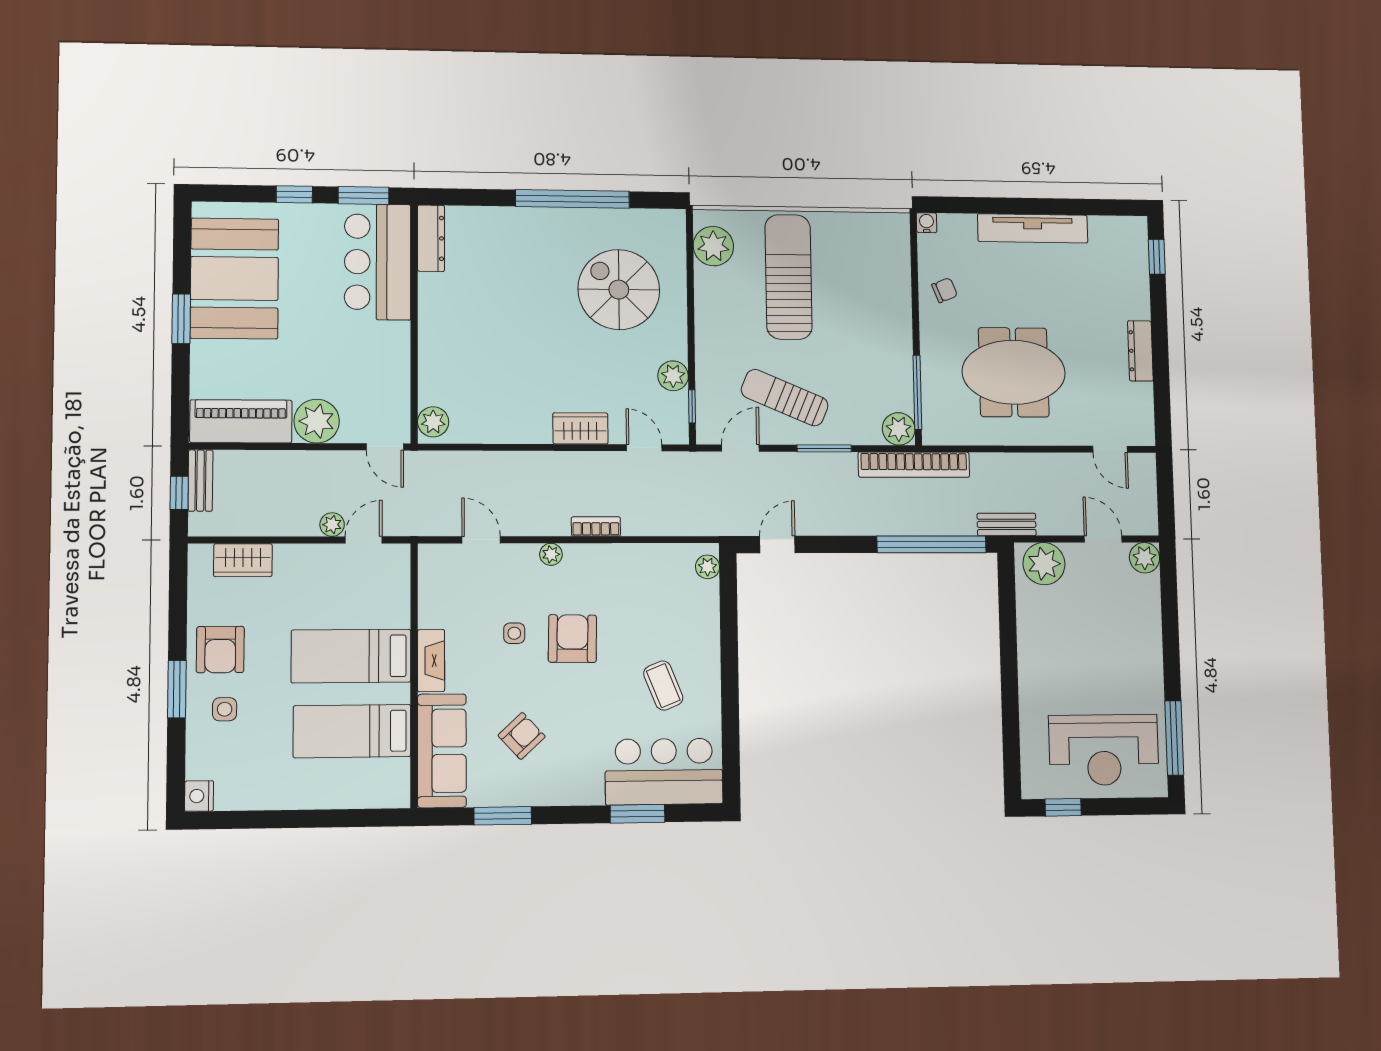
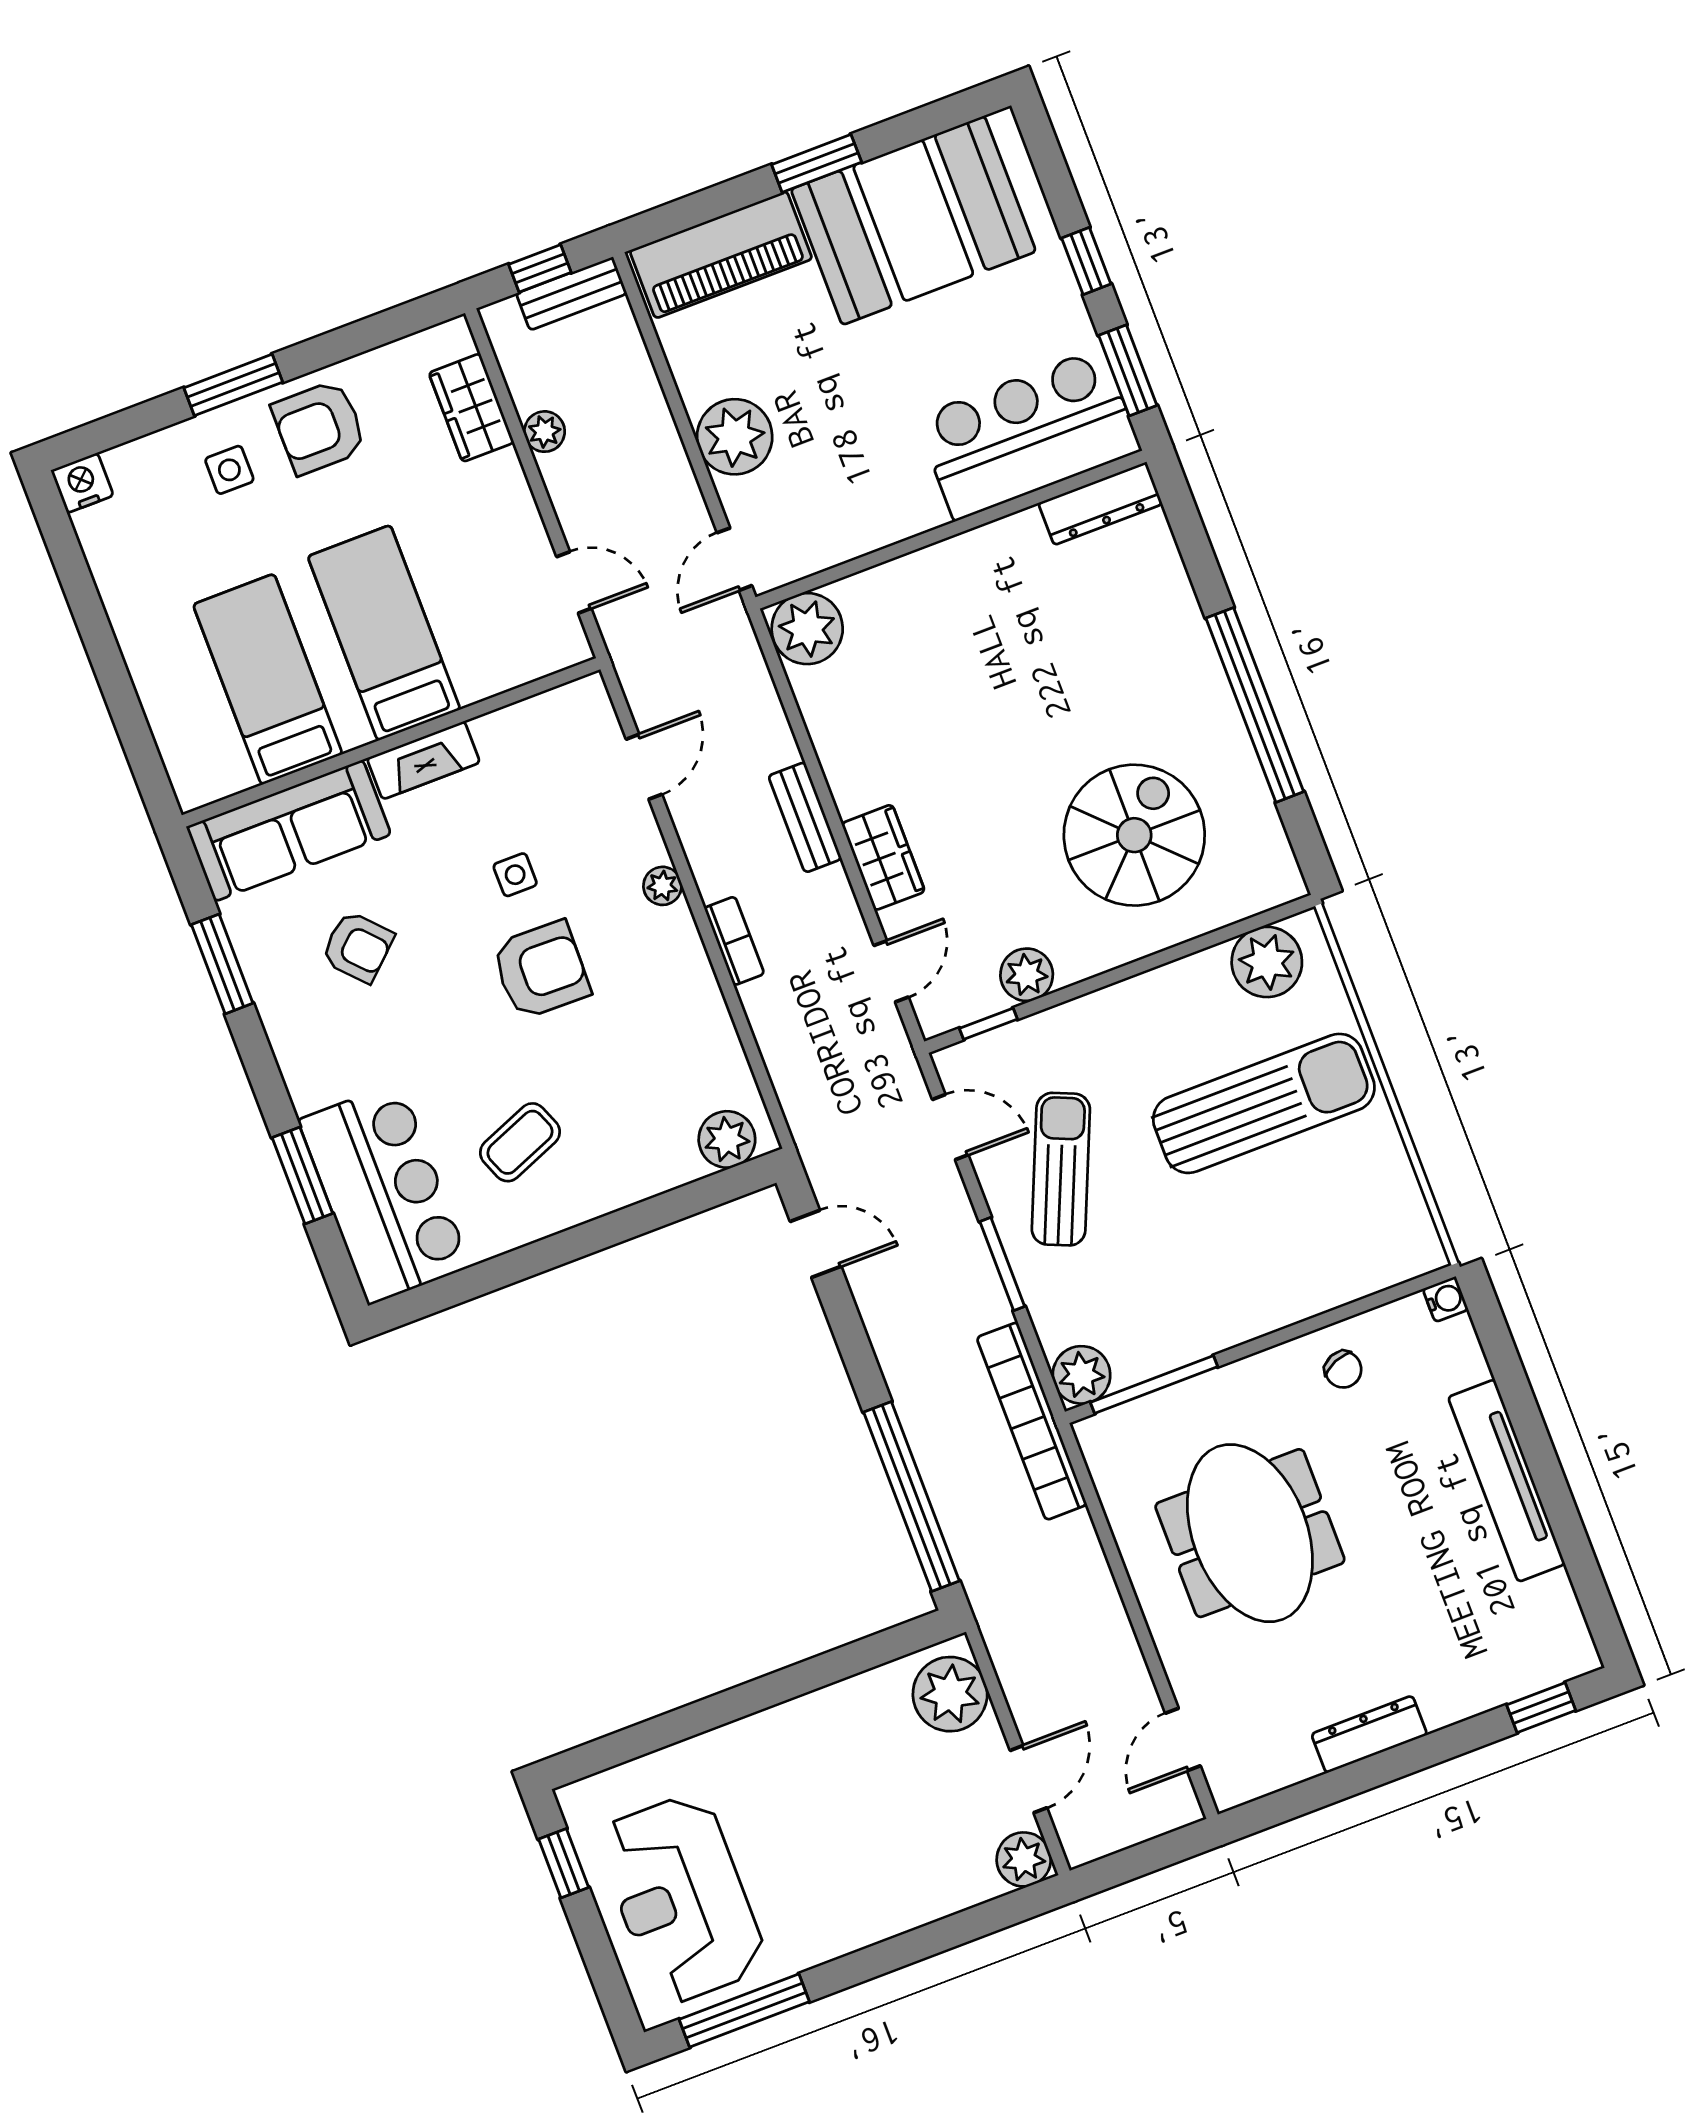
piano: (241, 421) -> (721, 255), moved, turned 90
plant: (433, 422) -> (807, 629), width x1.36, depth x1.36
bench: (1007, 524) -> (805, 817), moved
plant: (332, 525) -> (545, 432), moved
plant: (708, 567) -> (727, 1139), width x1.38, depth x1.38

